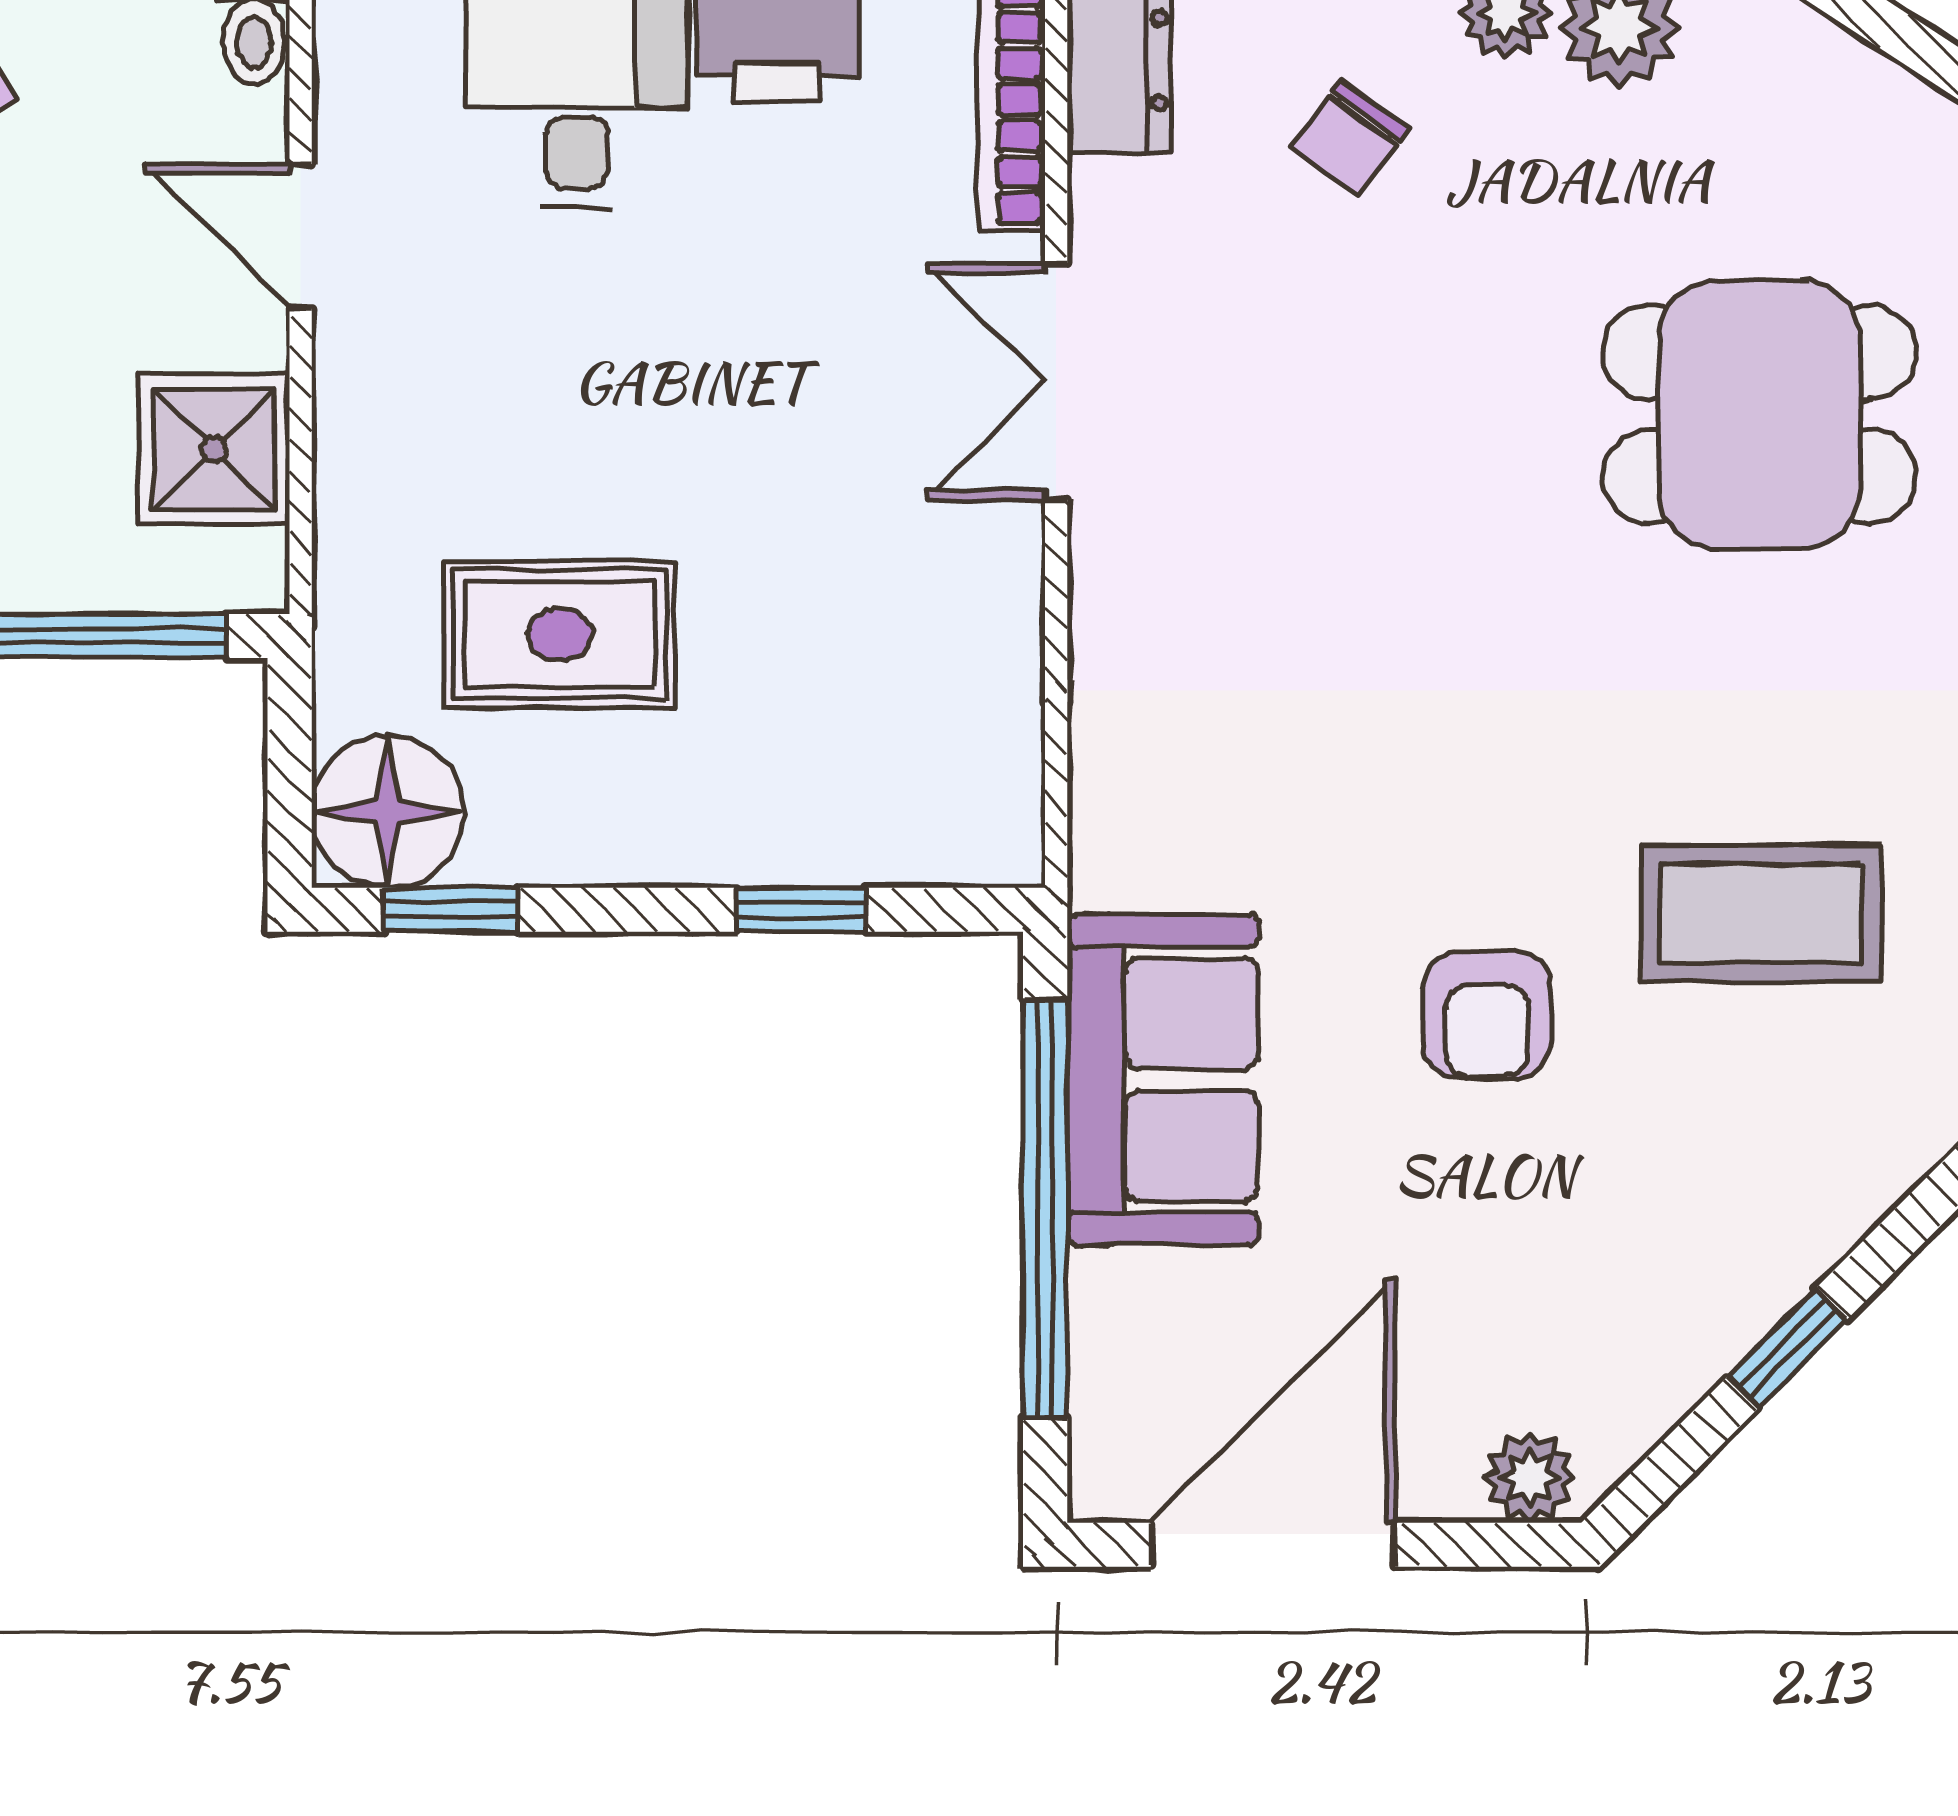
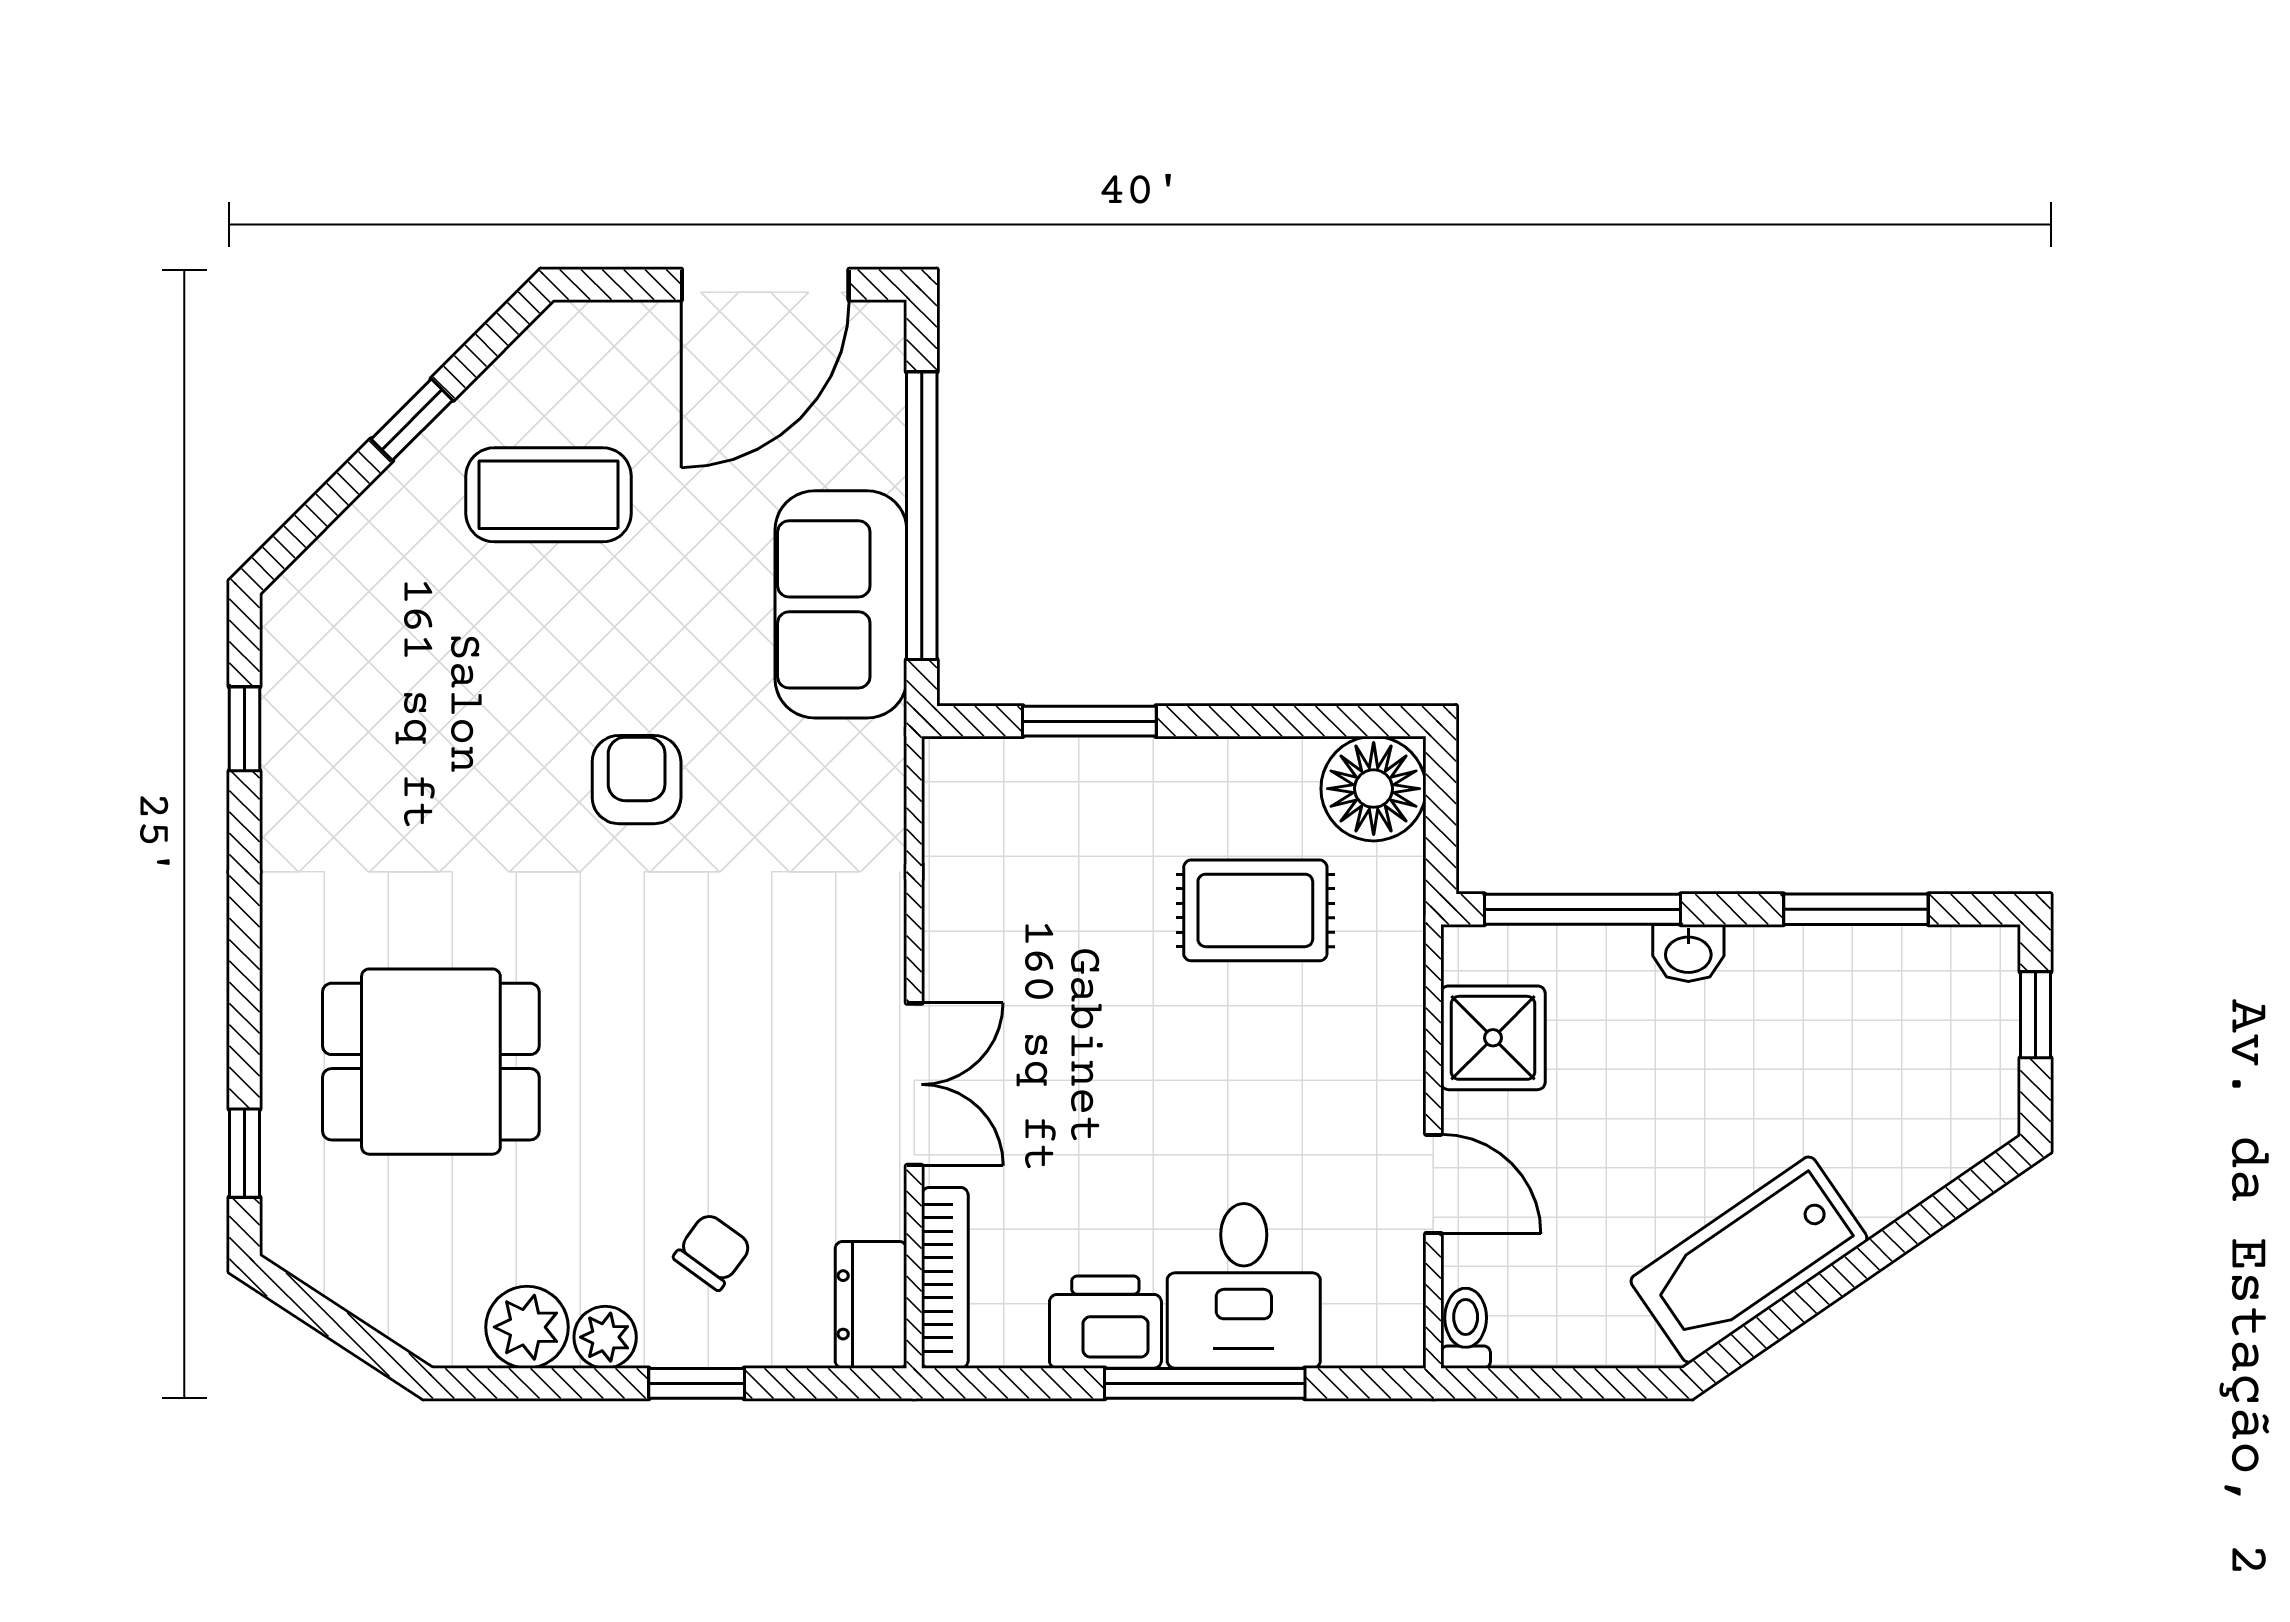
window: (451, 910) -> (1330, 721), removed
window: (801, 910) -> (1089, 721), width x1.50
coffee table: (1761, 913) -> (548, 495), moved
armchair: (1487, 1015) -> (637, 780), moved
plant: (1530, 1478) -> (589, 331), removed

